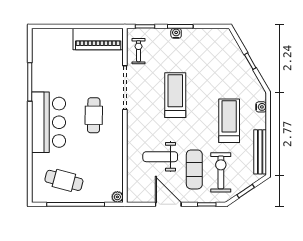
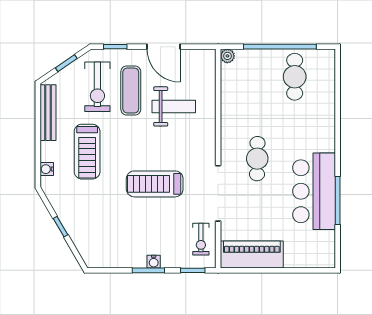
treadmill: (175, 95) -> (155, 184), turned 90
bar counter: (49, 122) -> (314, 191), moved
cafe table: (64, 180) -> (295, 77), turned 75

